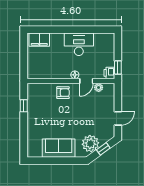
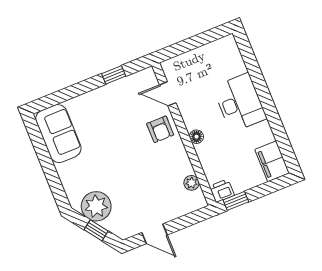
filing cabinet: (39, 40) -> (272, 161), moved
desk: (79, 44) -> (240, 103), moved
door: (86, 81) -> (168, 94), moved
sofa: (59, 148) -> (58, 134), moved

